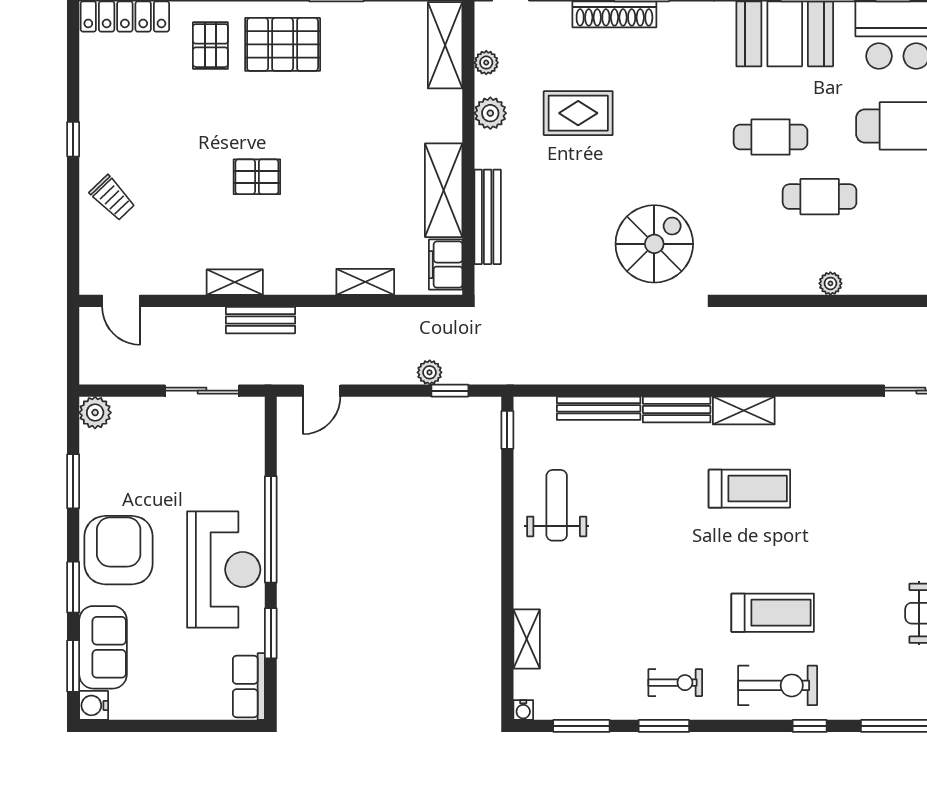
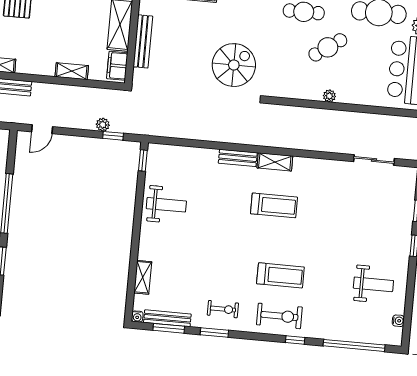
cafe table: (820, 197) -> (328, 47), turned -35
bench: (599, 408) -> (167, 318), moved
weight bench: (557, 505) -> (166, 205), turned 90

